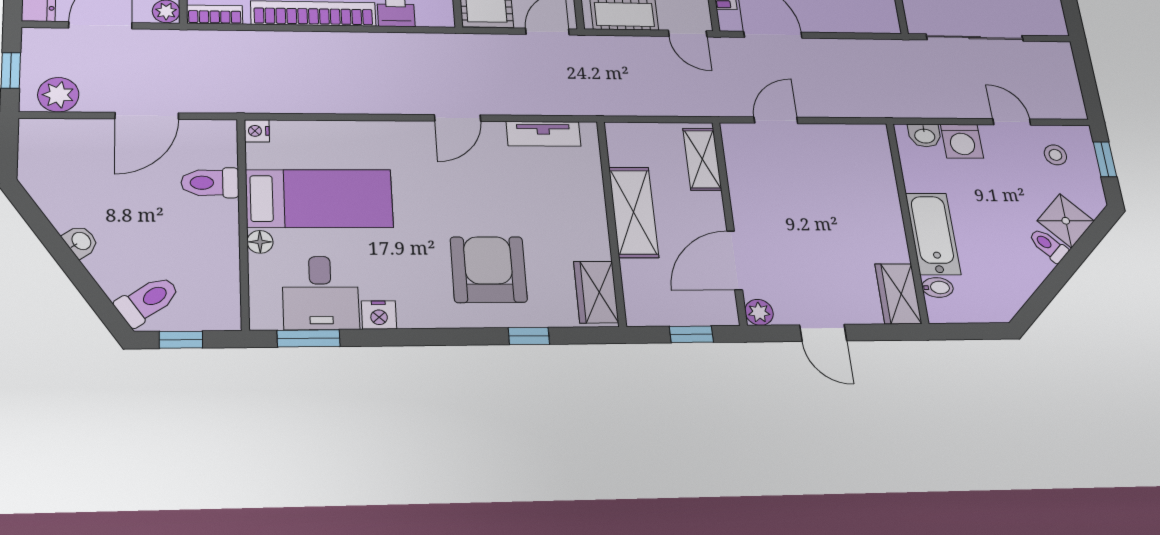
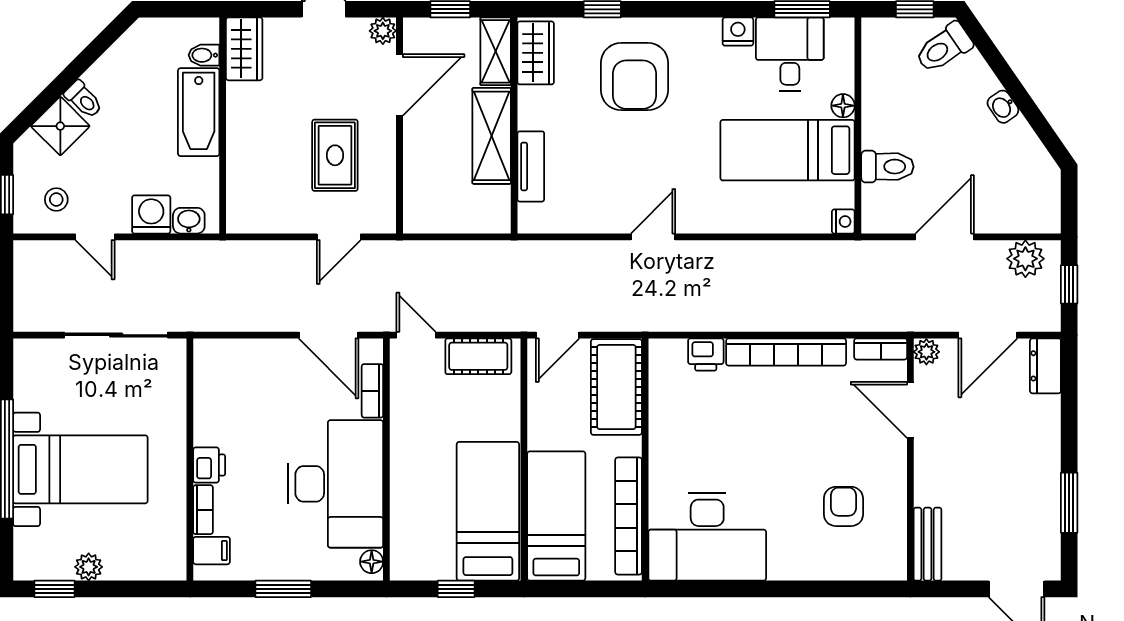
tv unit: (543, 134) -> (531, 166), moved, turned 90
shelving: (702, 159) -> (496, 51), moved
rug: (791, 194) -> (335, 155), added

